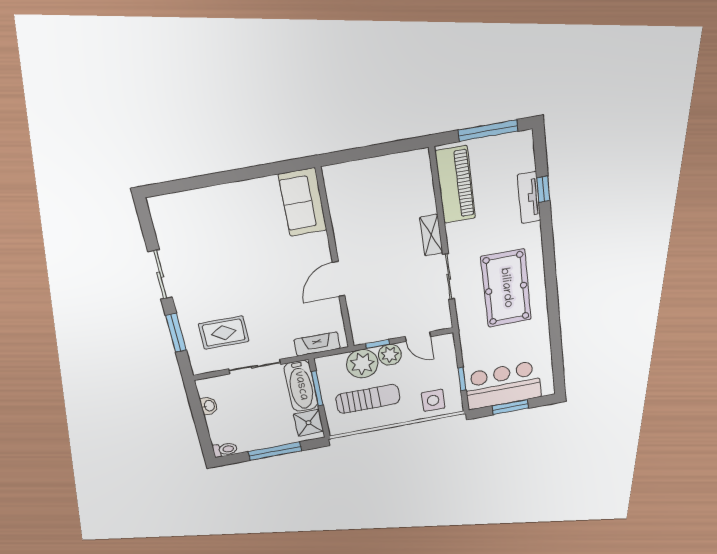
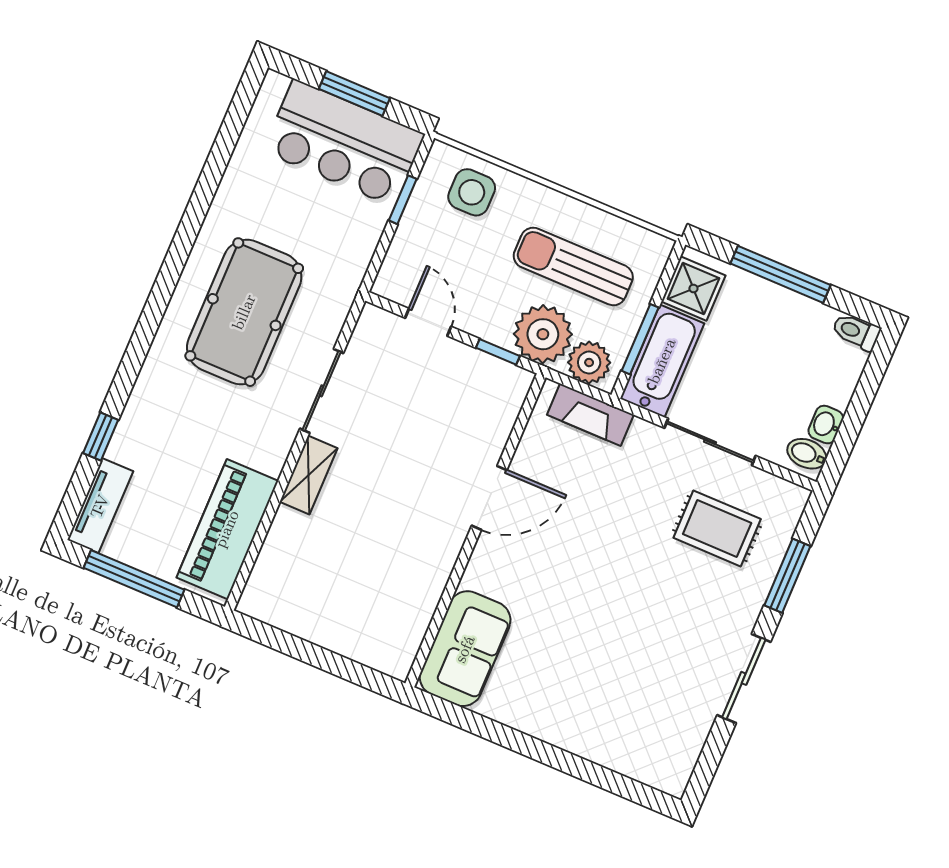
tv unit: (529, 198) -> (100, 506), moved
plant: (390, 355) -> (589, 363), moved
bidet: (208, 389) -> (807, 454), added

